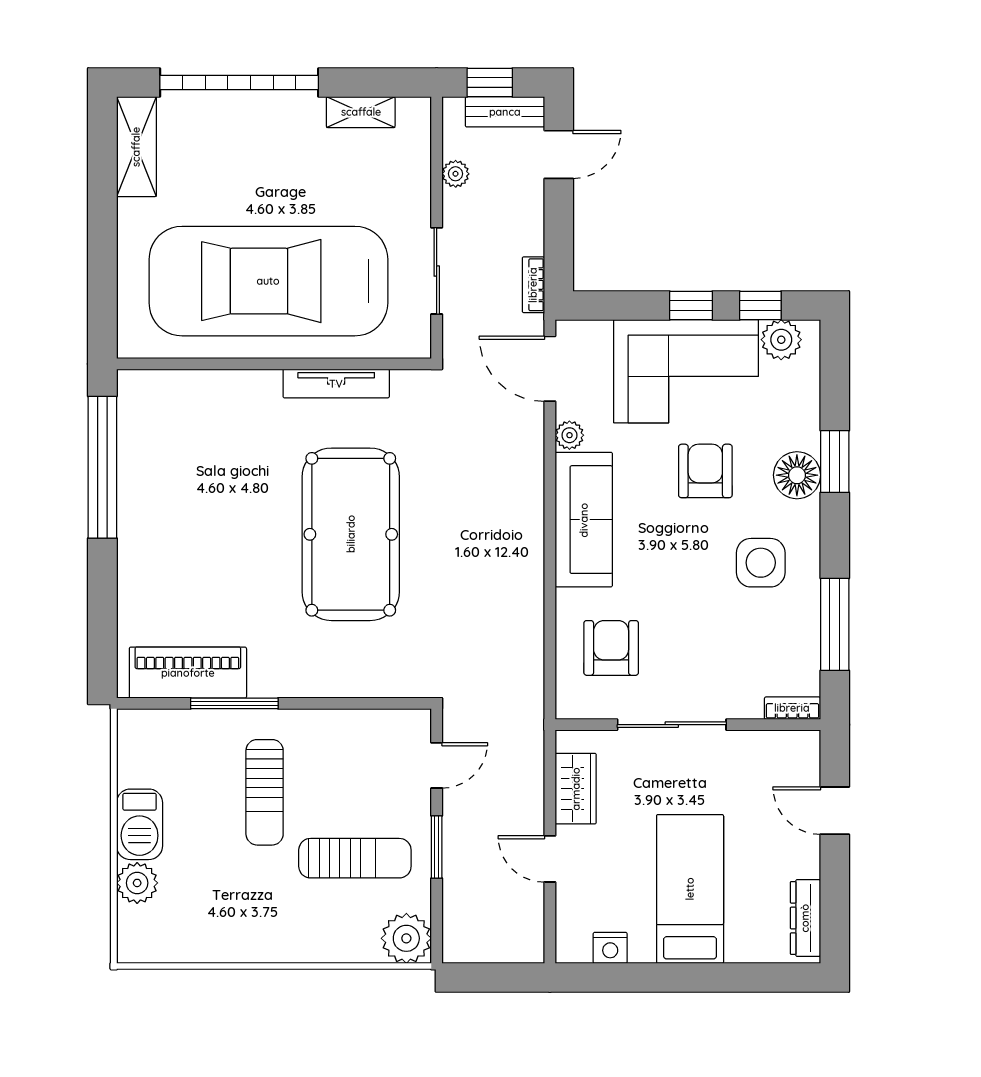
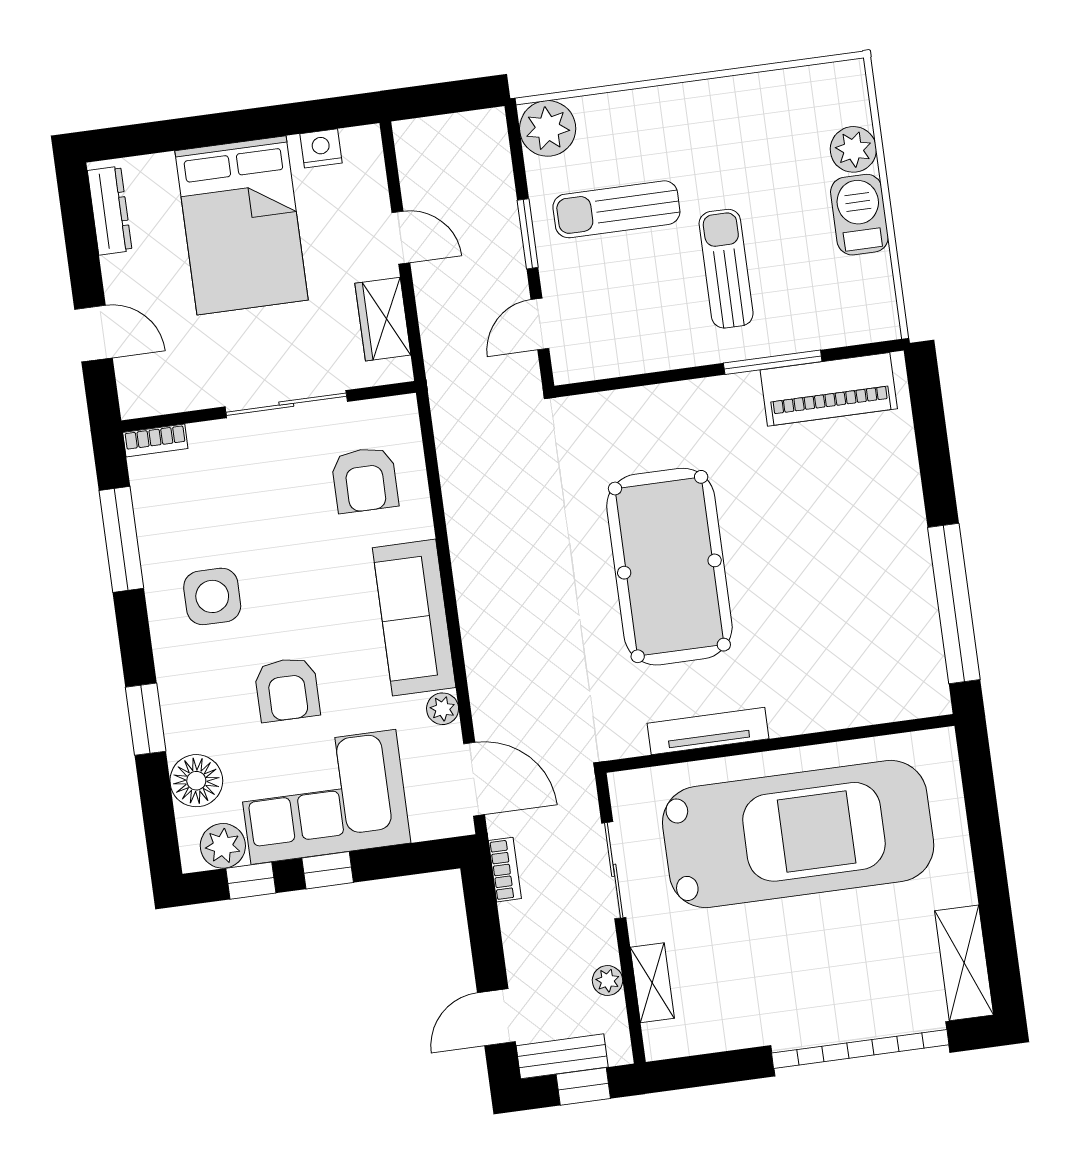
shelving: (361, 112) -> (652, 983), moved, turned 90
floor lamp: (797, 475) -> (196, 781), moved
bed: (690, 889) -> (242, 225), width x1.50

